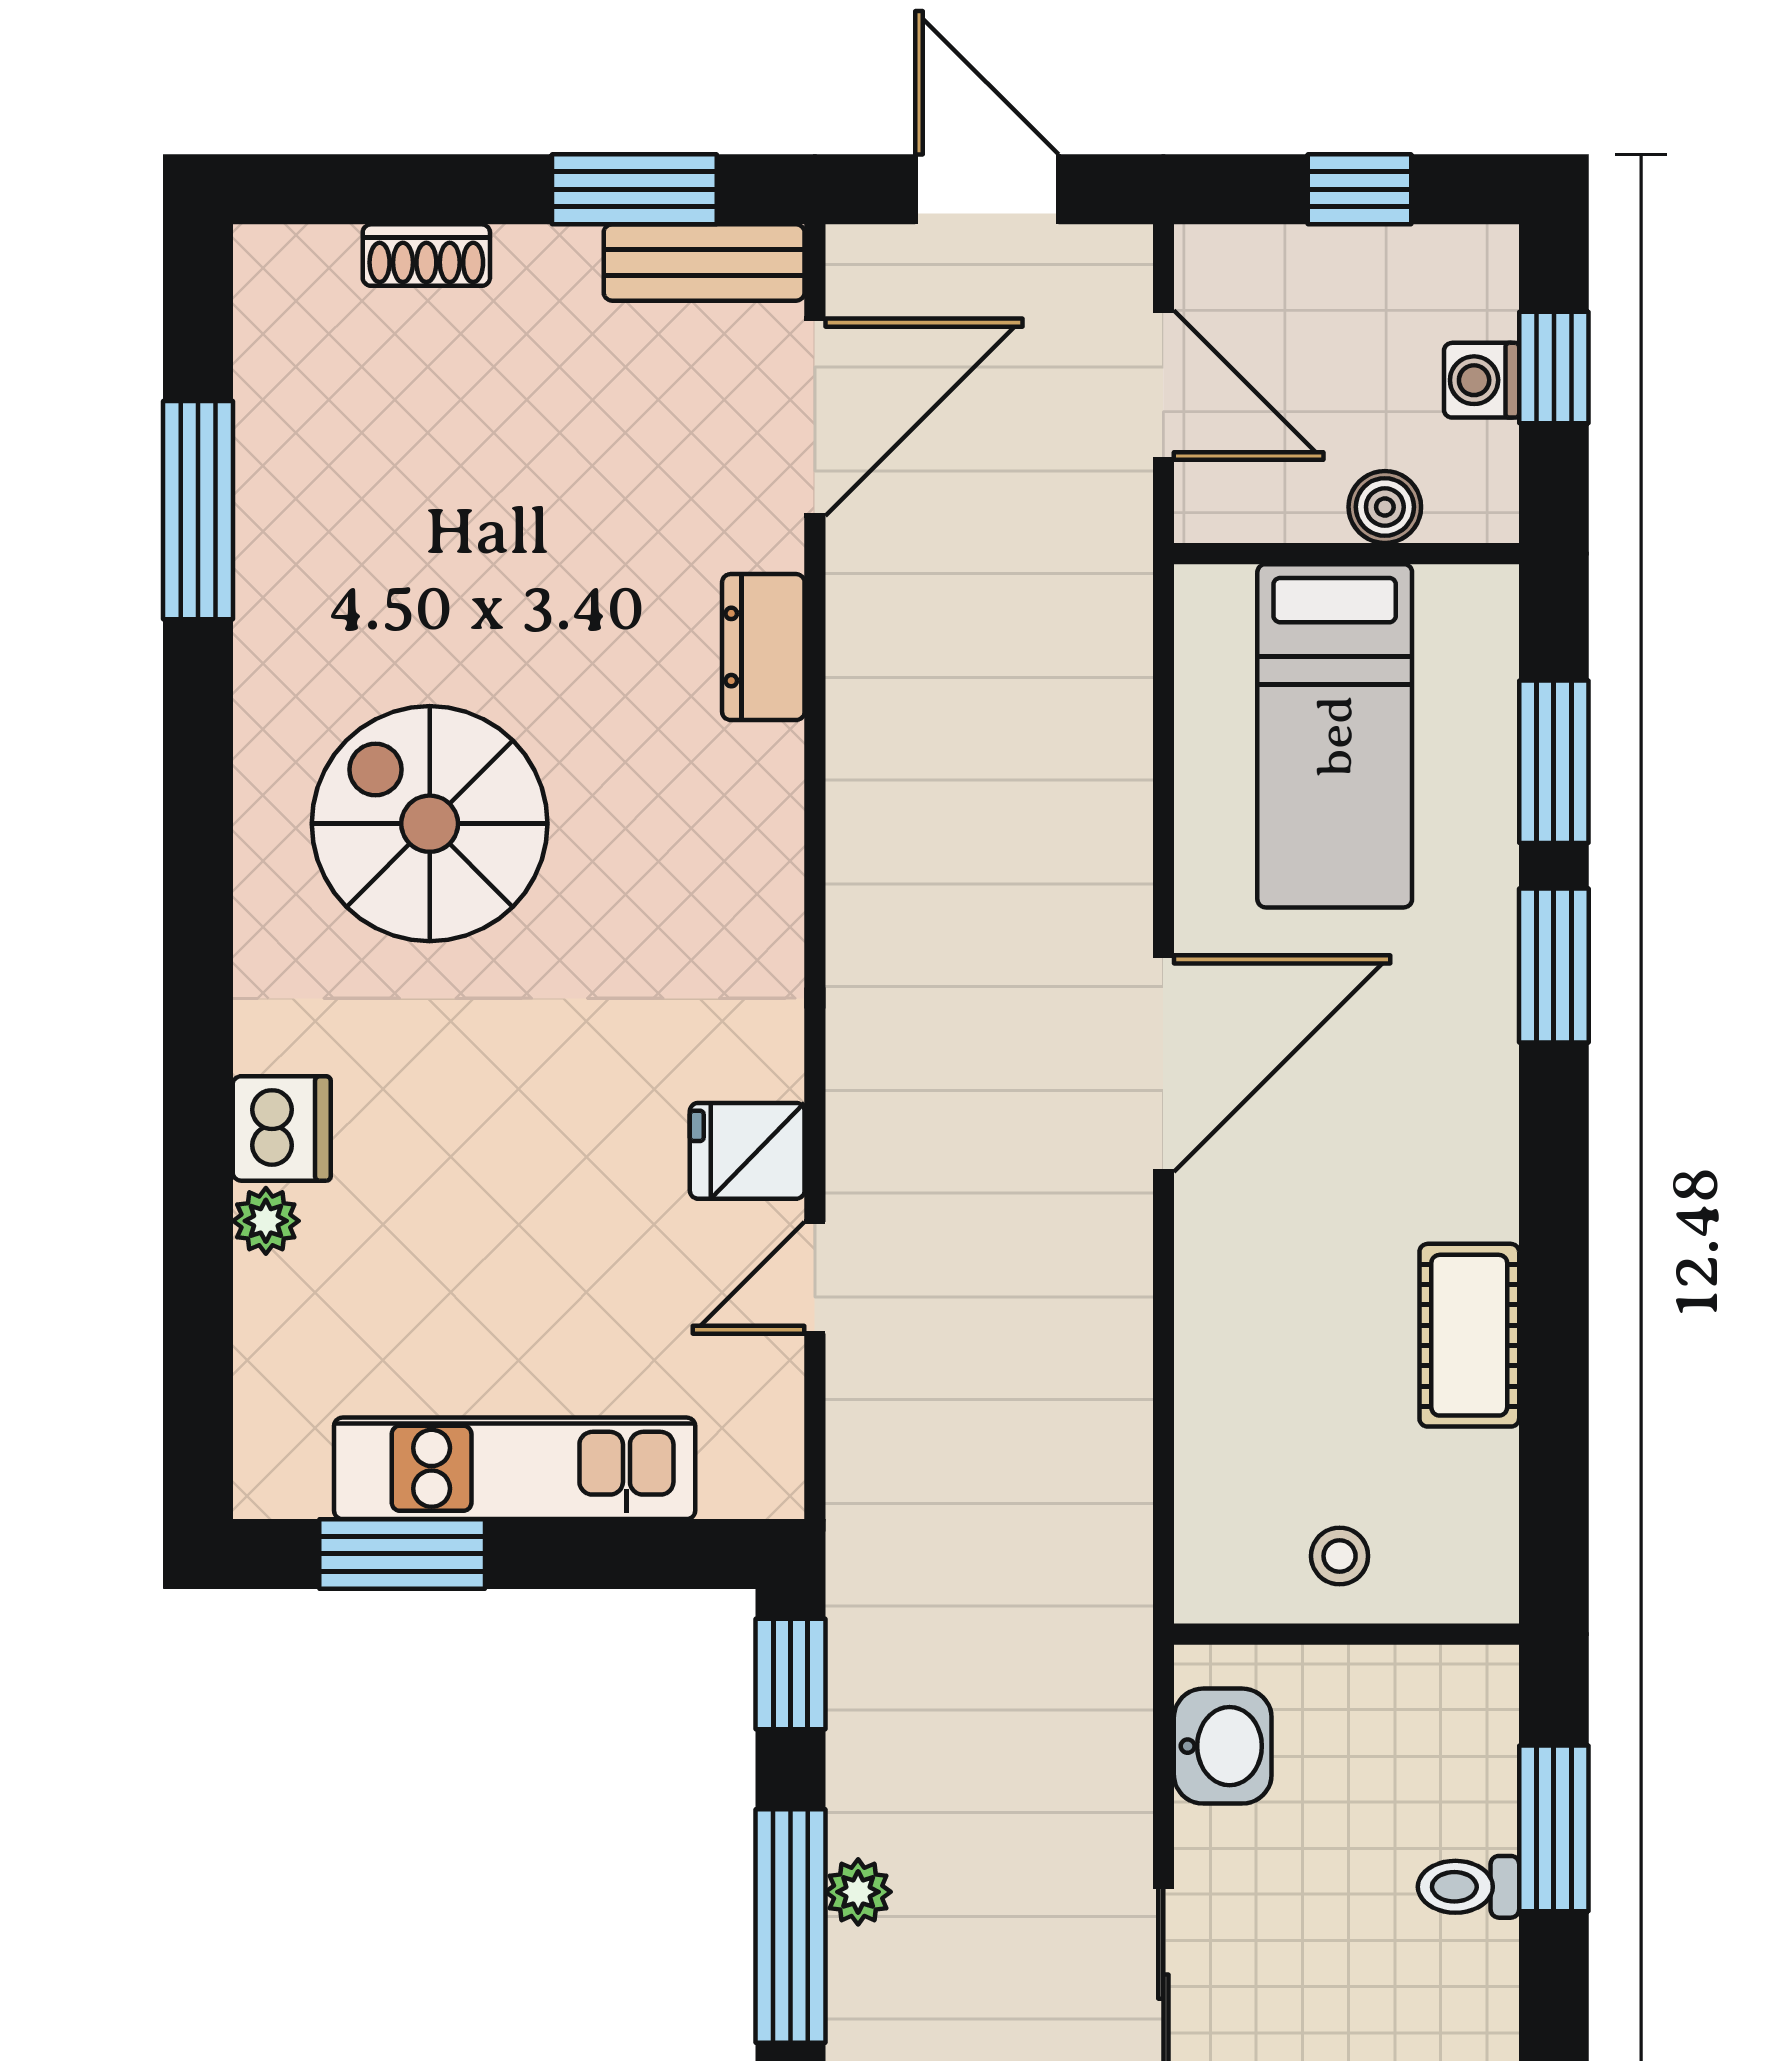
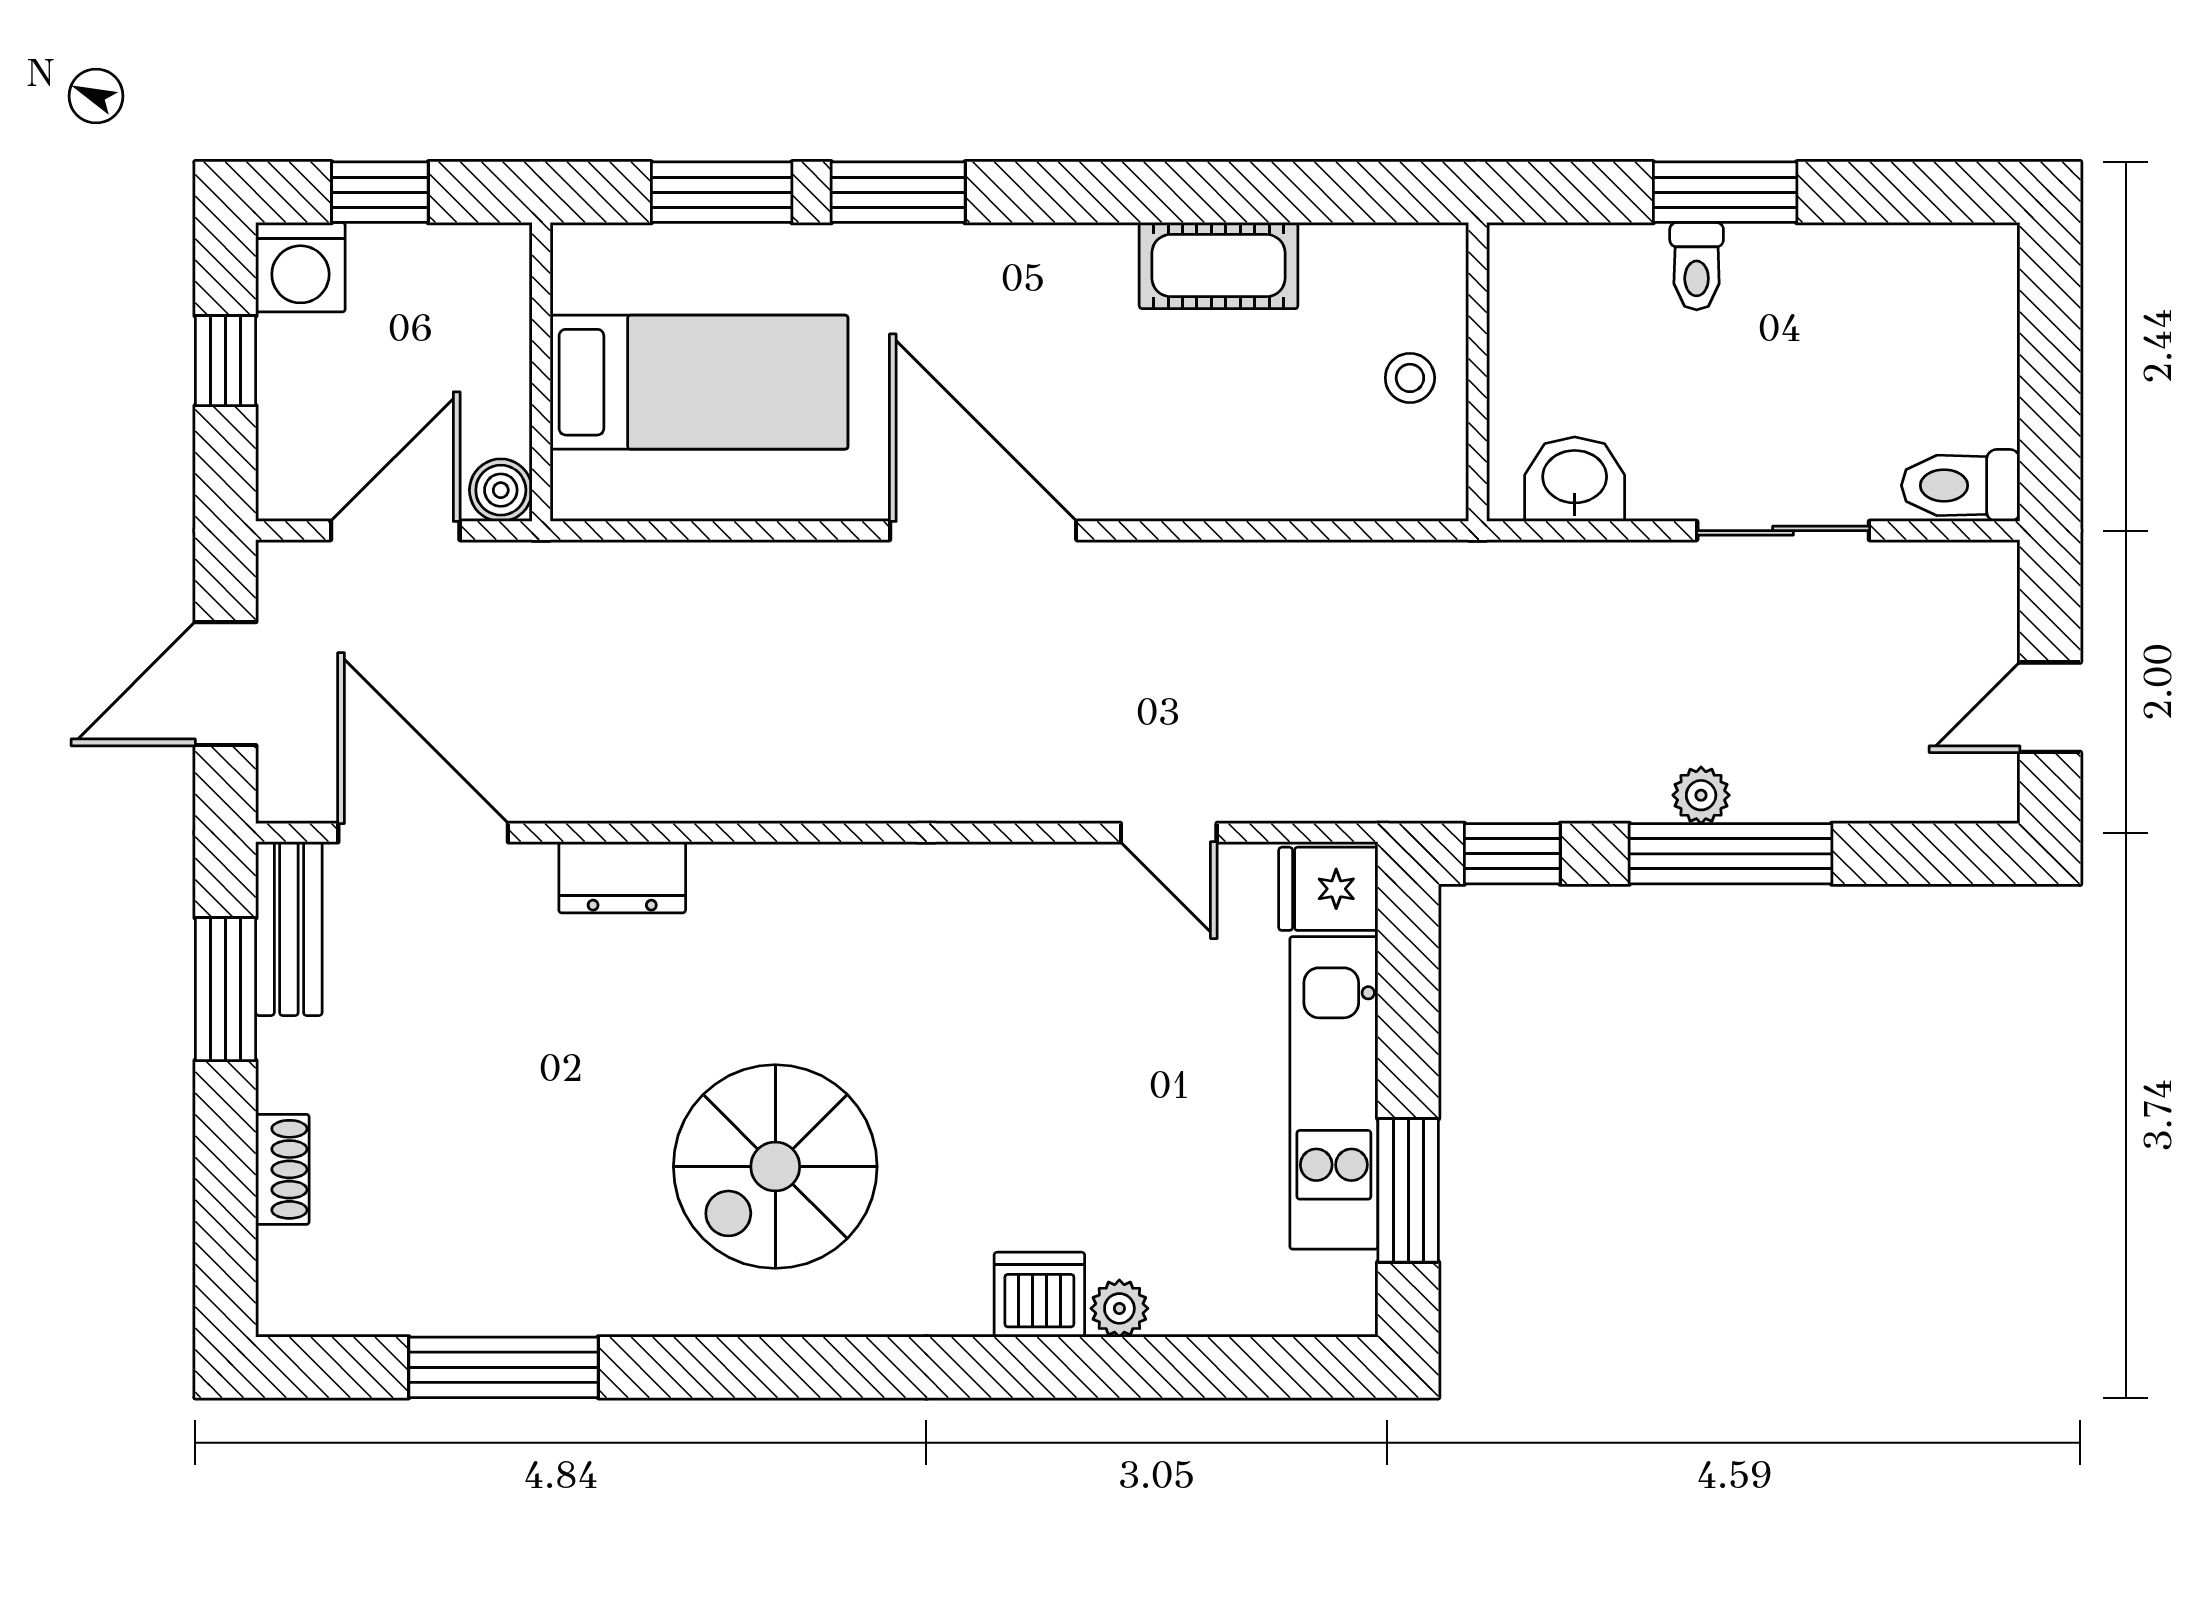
washing machine: (1482, 380) -> (300, 267), moved, width x1.38, depth x1.38
boiler: (1385, 507) -> (501, 490), moved
fridge: (747, 1151) -> (1328, 889), moved, turned 90
window: (1554, 1828) -> (1725, 192), moved

